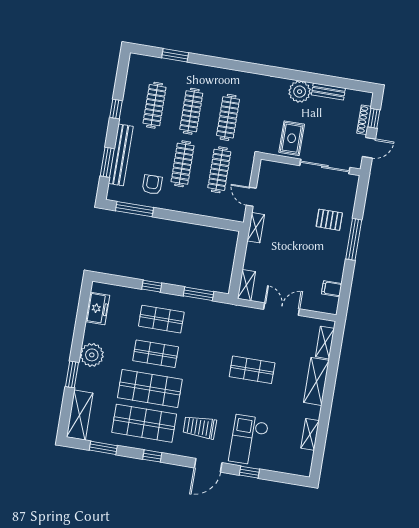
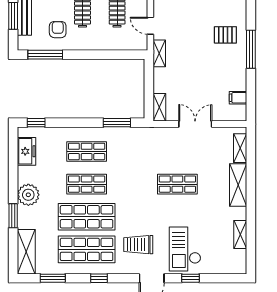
window: (152, 286) -> (36, 123), moved

